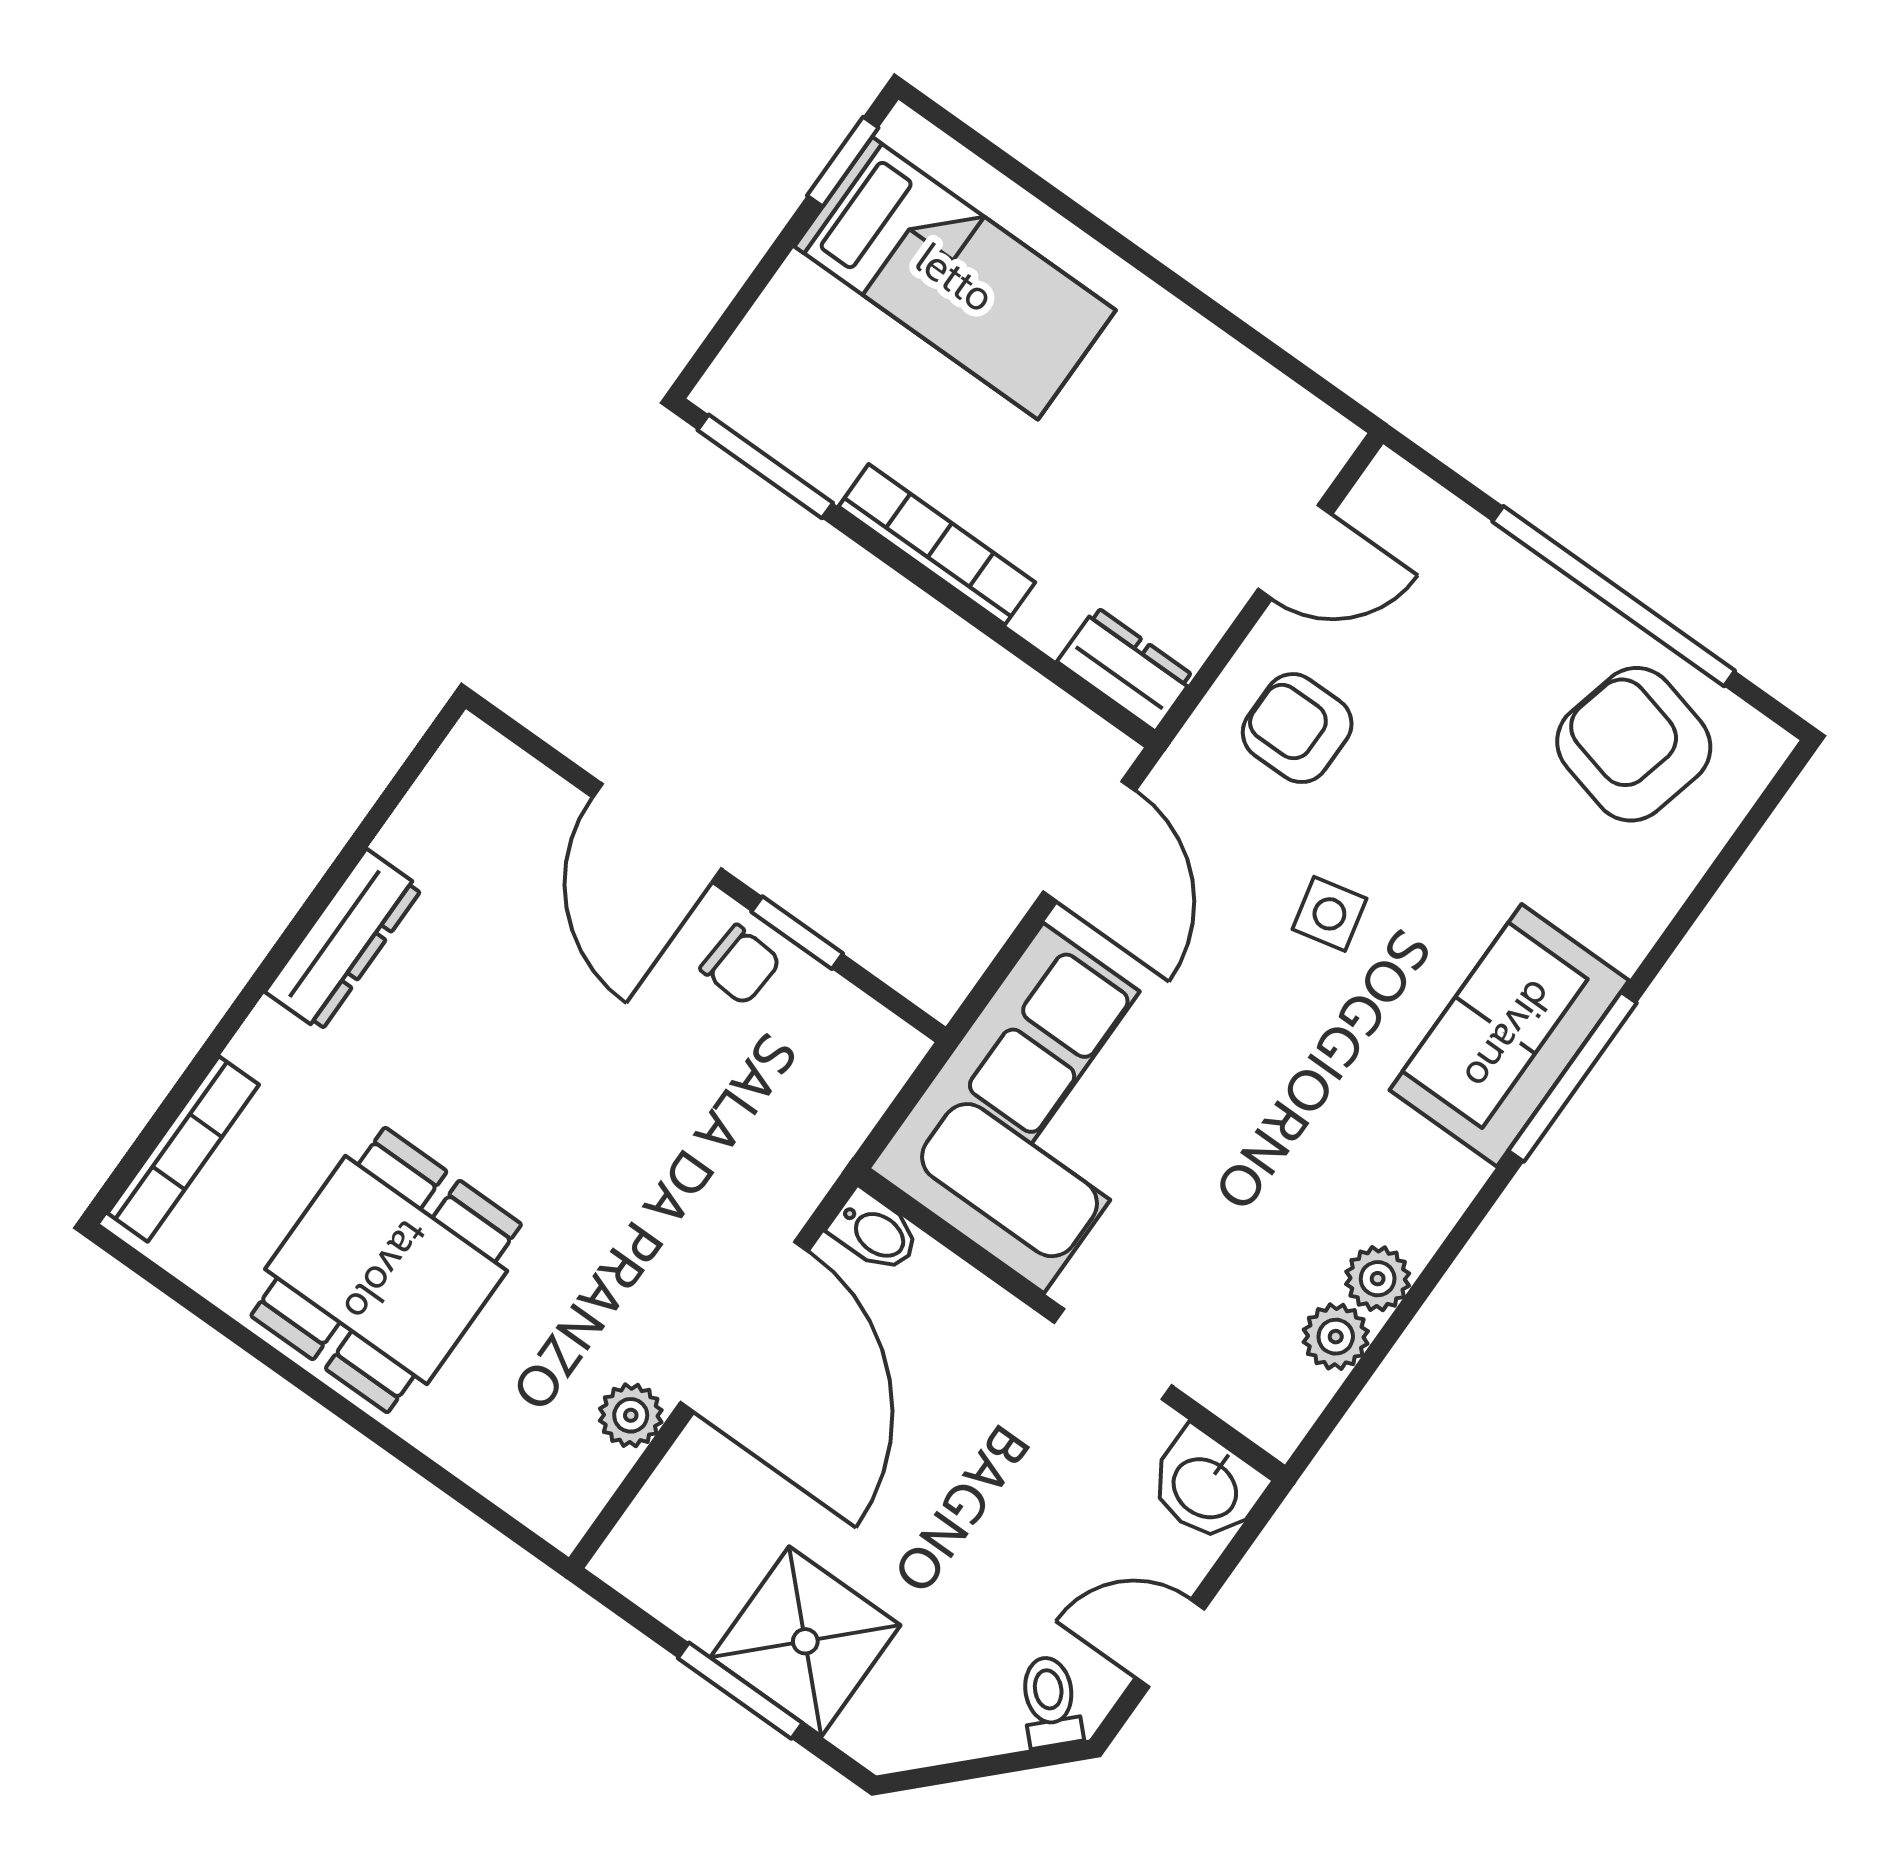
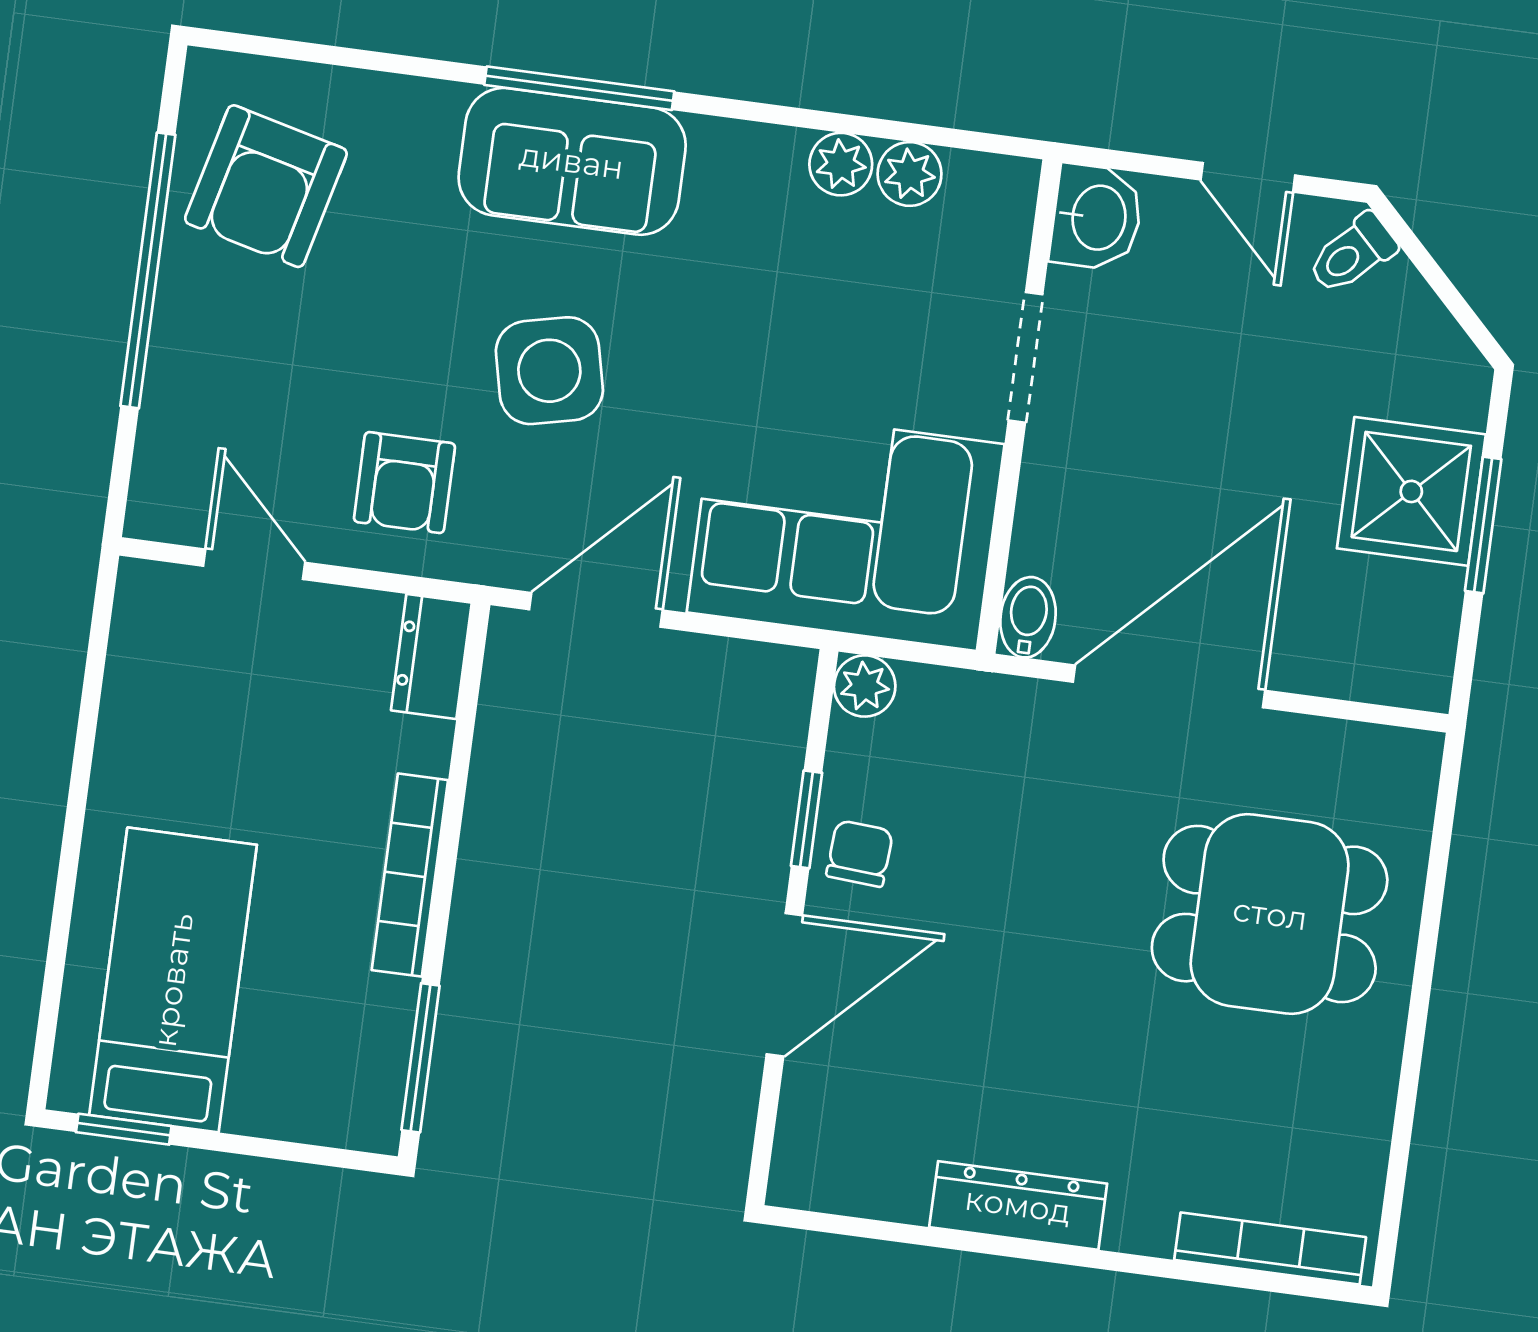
side table: (1329, 914) -> (549, 371), width x1.87, depth x1.87
dining table: (386, 1270) -> (1270, 914), moved
plant: (631, 1415) -> (865, 686), moved

